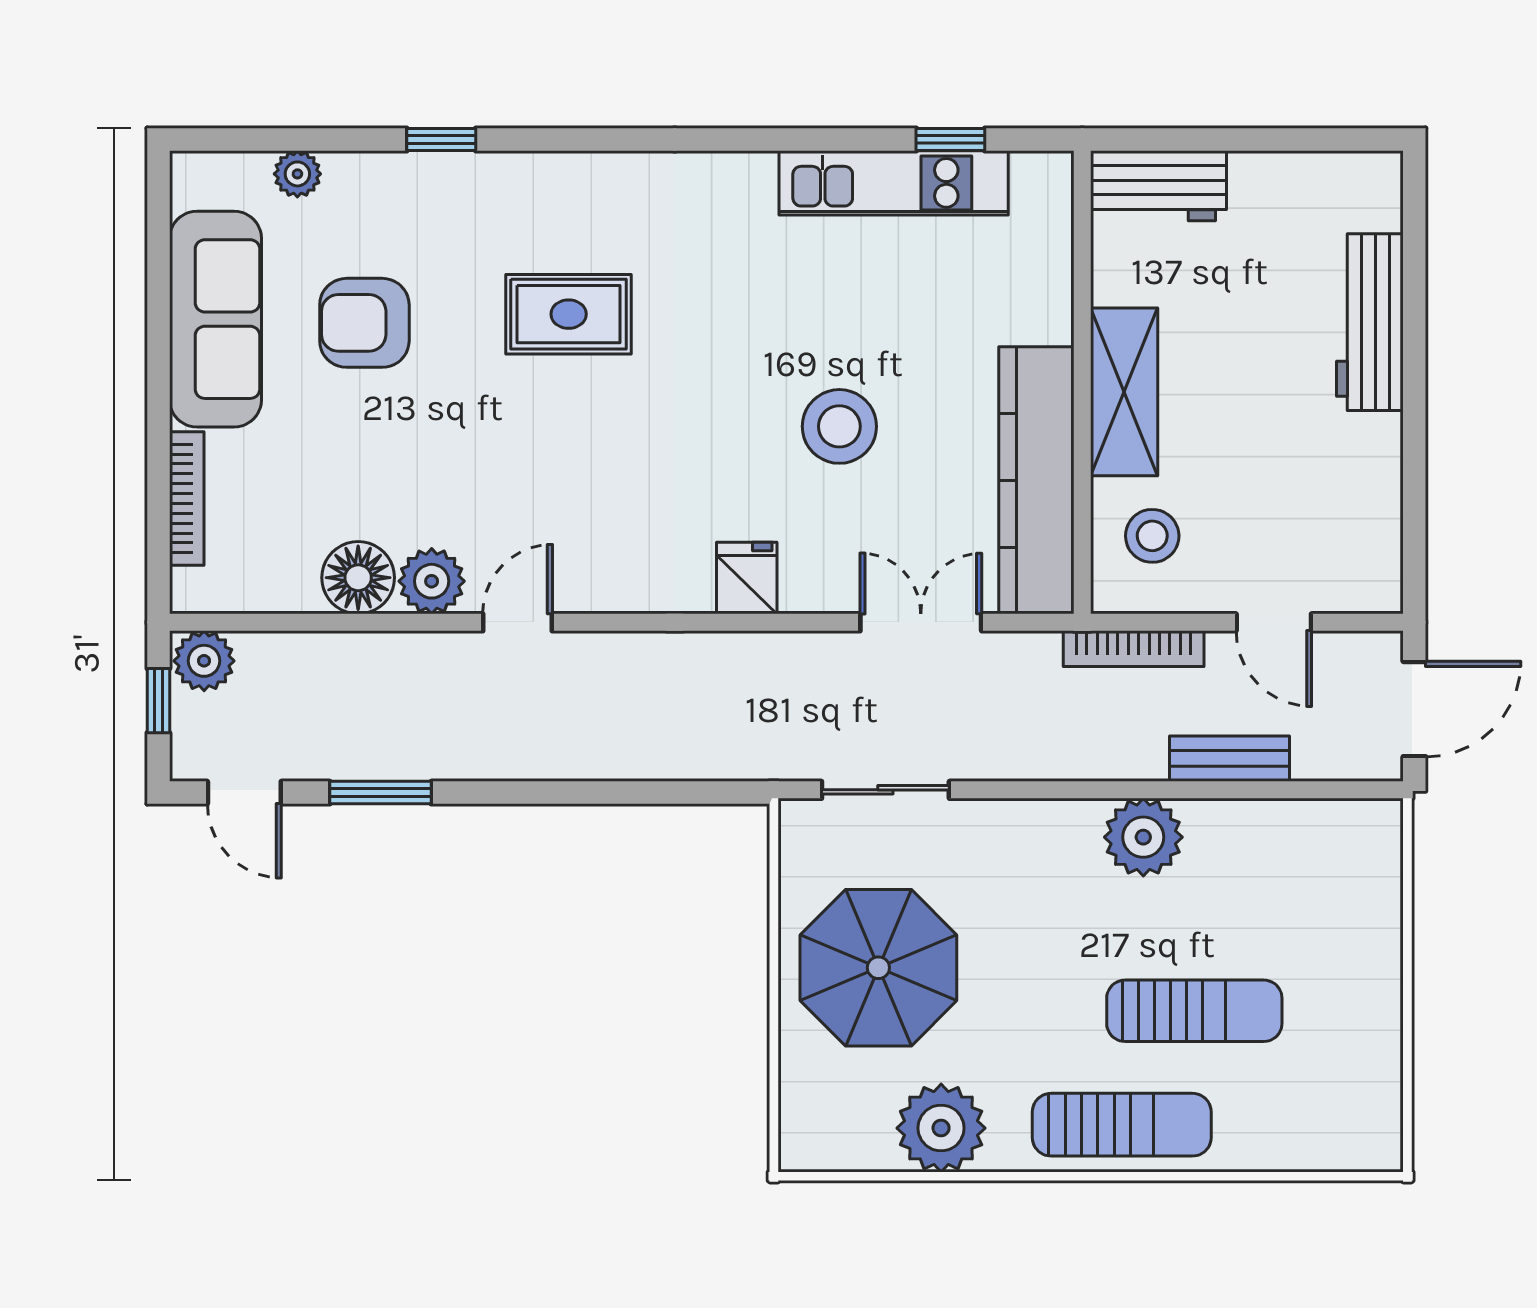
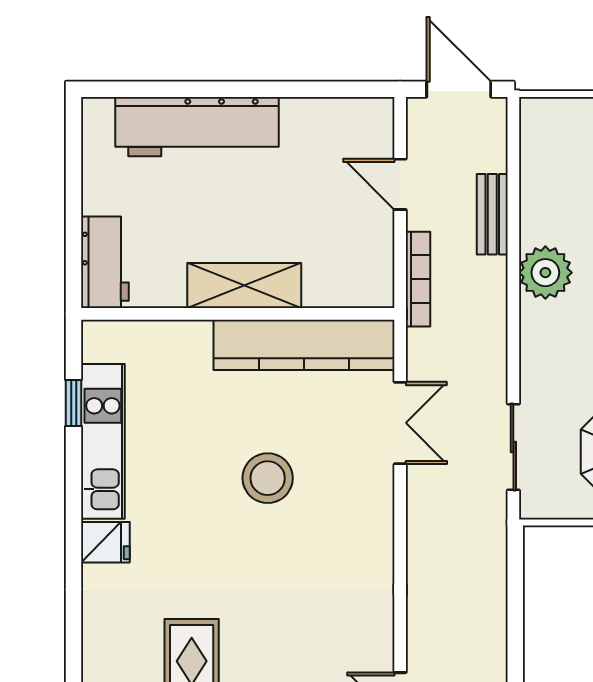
workbench: (1370, 322) -> (197, 127), width x1.36, depth x1.32
stool: (1152, 536) -> (342, 266), removed
fridge: (747, 578) -> (105, 542), moved, turned 180
double door: (921, 622) -> (400, 423), swing flipped
door: (1274, 622) -> (400, 184), swing flipped

